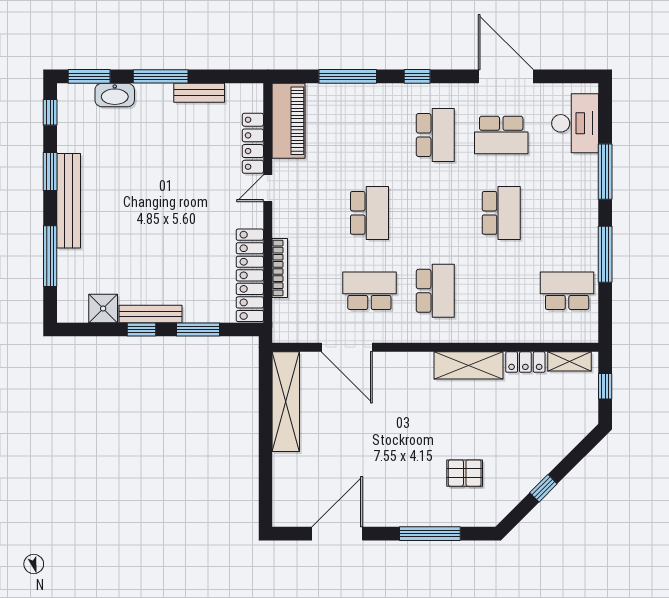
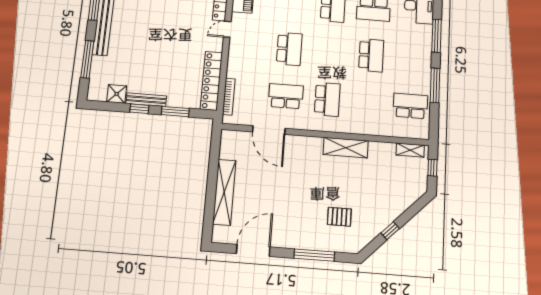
bookcase: (280, 268) -> (229, 97), moved
locker: (525, 362) -> (382, 148), removed
shelving: (286, 402) -> (224, 192), moved

